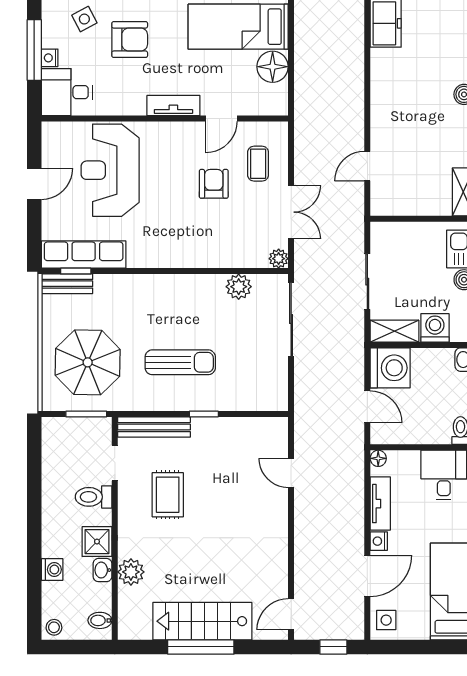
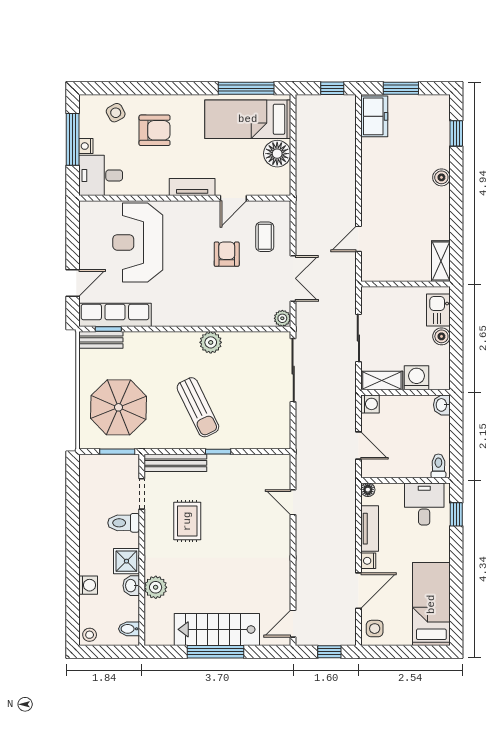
door: (34, 184) -> (73, 283), moved
plant: (239, 287) -> (211, 342), moved
sun lounger: (180, 362) -> (198, 407), turned 64
washing machine: (390, 368) -> (370, 404), width x0.53, depth x0.53

